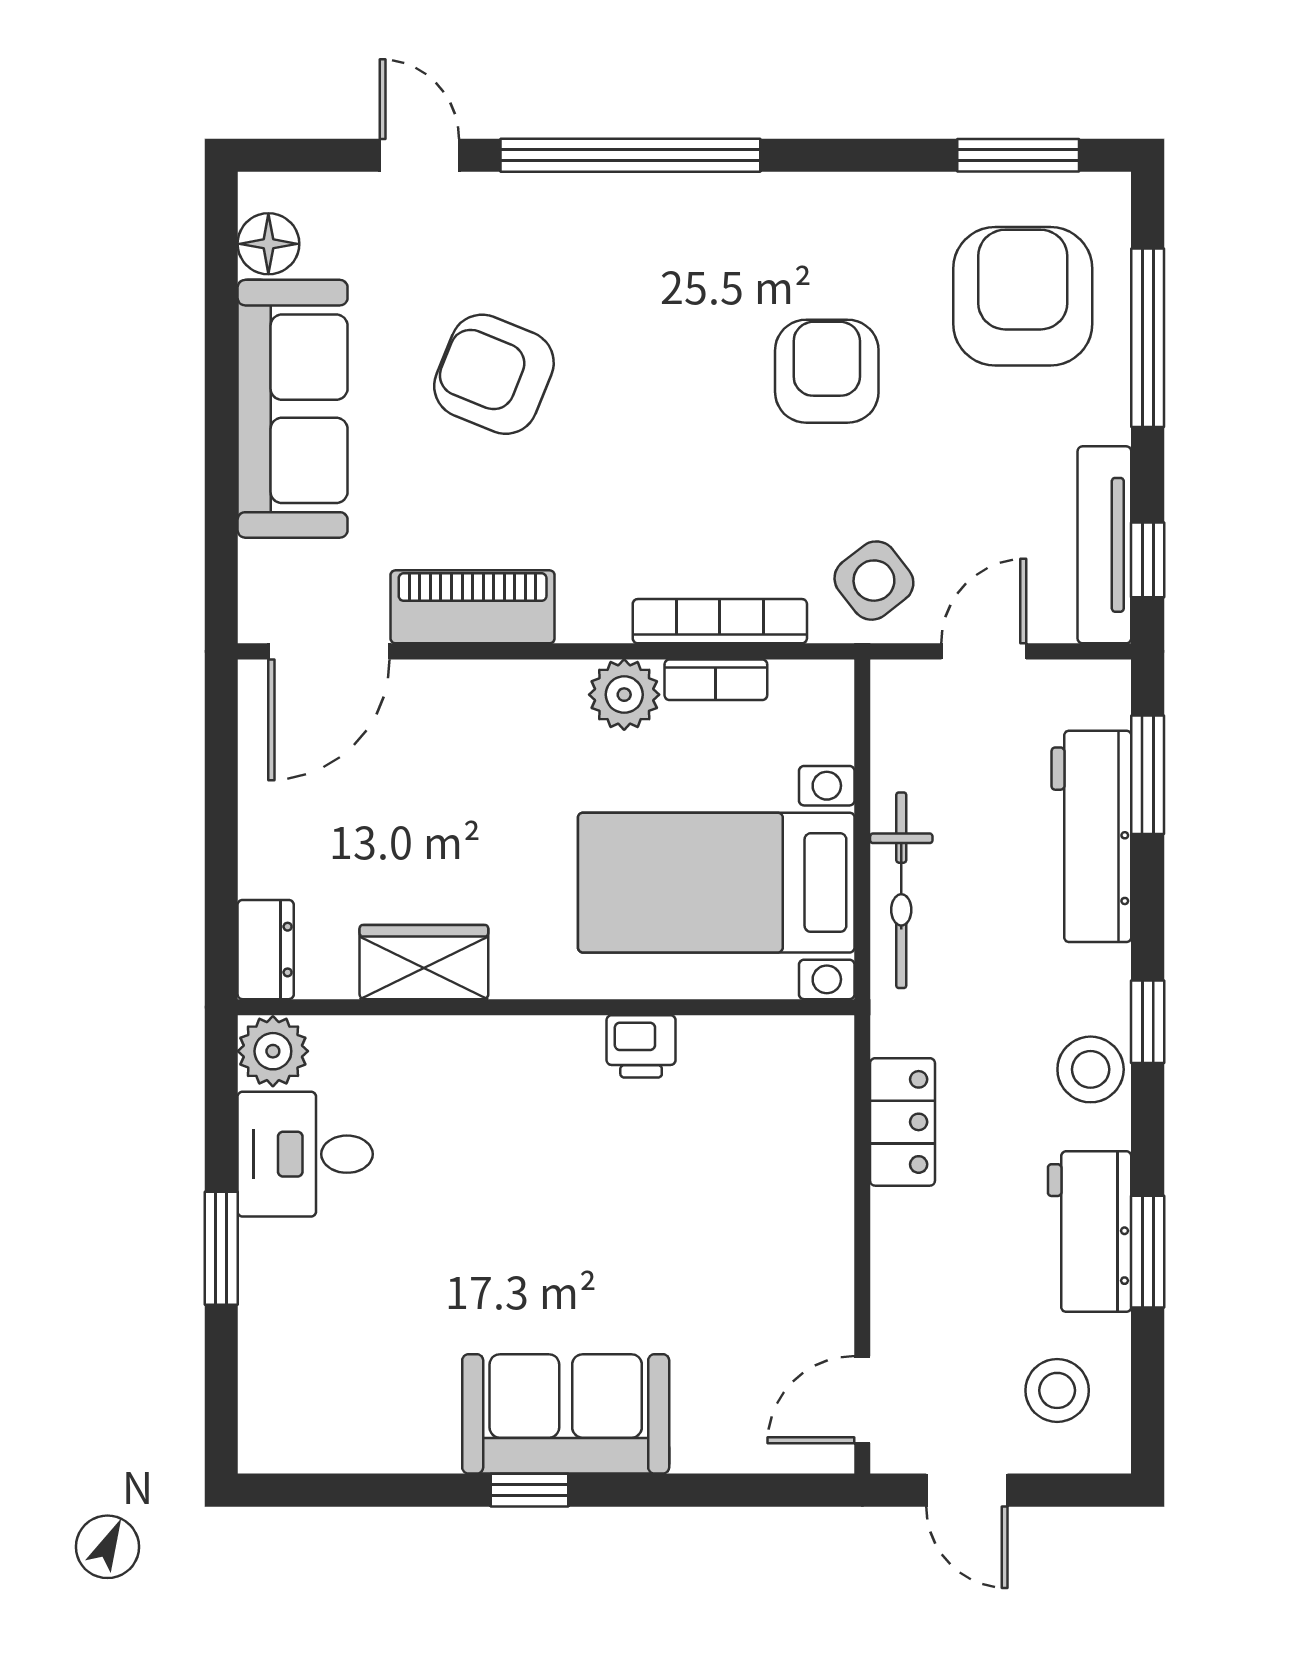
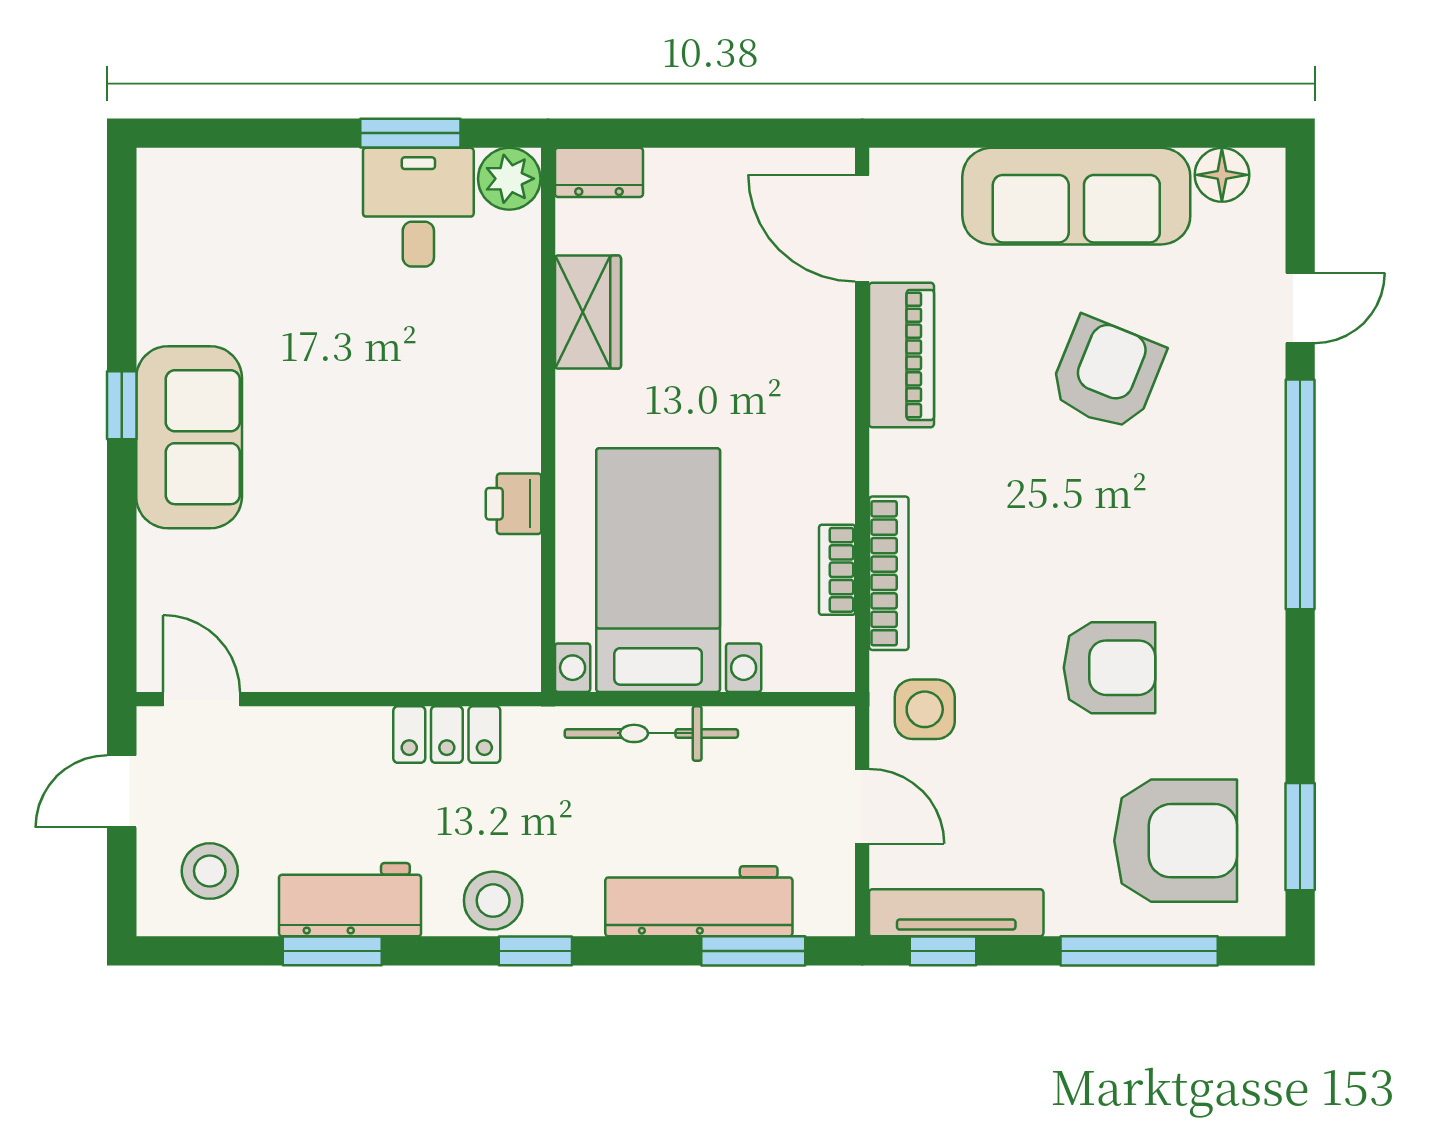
side table: (874, 581) -> (925, 709), turned 38
plant: (624, 695) -> (824, 489), removed
window: (221, 1248) -> (410, 133), moved

